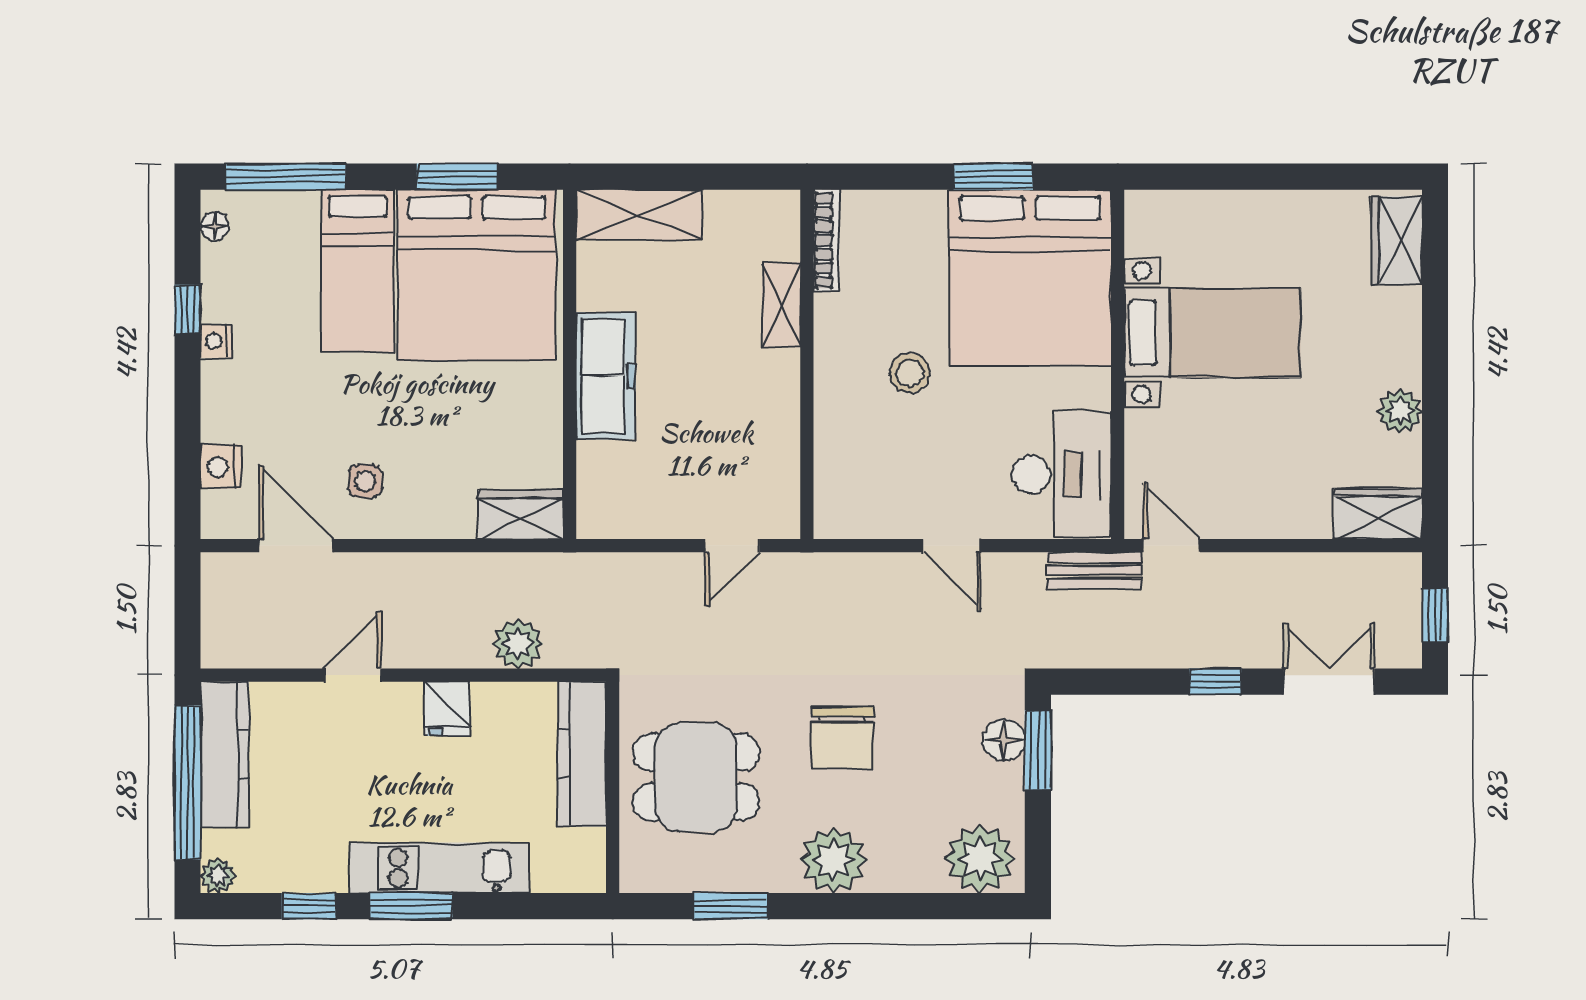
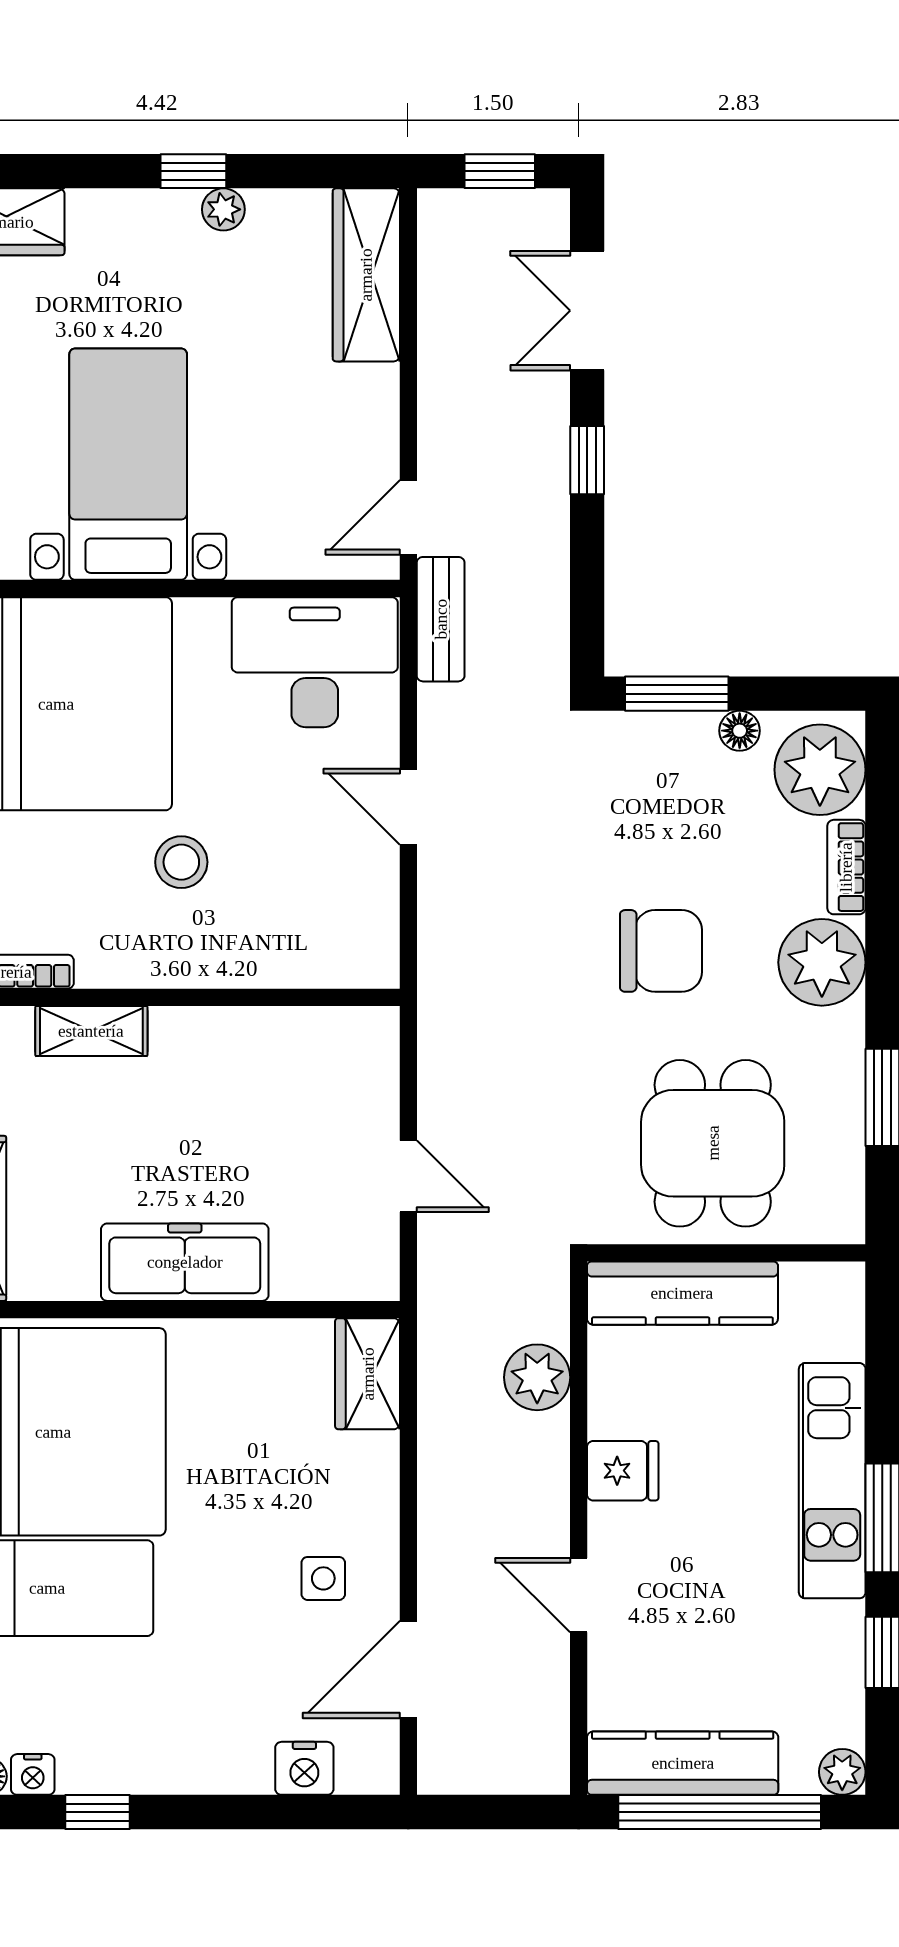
nightstand: (216, 341) -> (33, 1774), moved
window: (1435, 382) -> (193, 171), added
plant: (1400, 411) -> (223, 209), width x0.73, depth x0.73
wardrobe: (1378, 514) -> (366, 275), width x1.50
door: (732, 546) -> (408, 1176), moved
door: (952, 546) -> (408, 807), swing flipped
floor lamp: (1004, 740) -> (740, 731), moved, width x0.73, depth x0.73
bookcase: (906, 879) -> (846, 867), added

